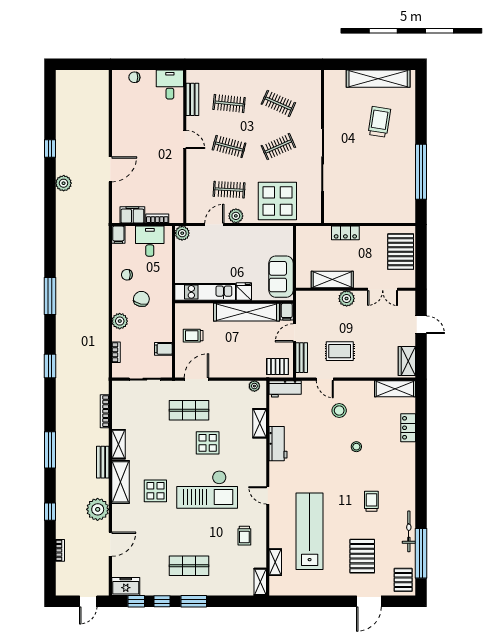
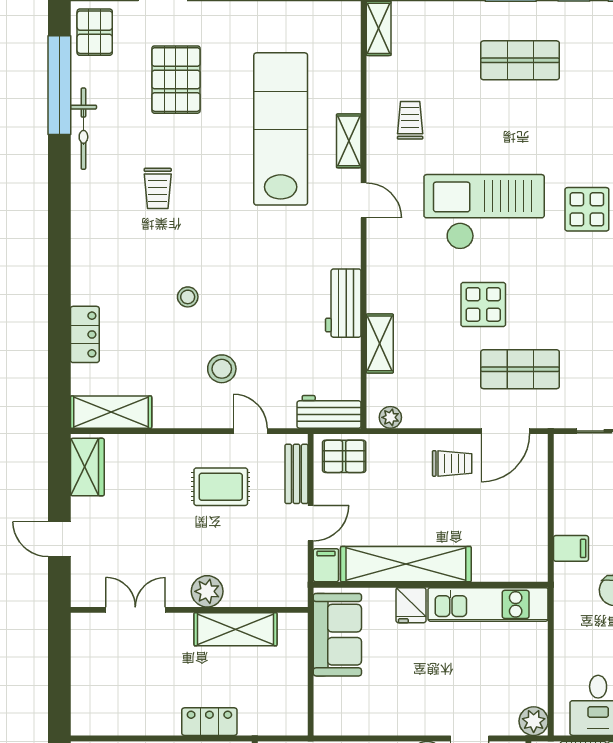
pallet: (401, 252) -> (100, 684), removed
trolley: (193, 336) -> (452, 463), moved
filing cabinet: (163, 349) -> (571, 548), moved
lab bench: (310, 531) -> (281, 129), turned 180
shelving: (275, 562) -> (349, 141), moved

